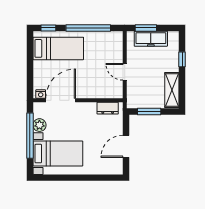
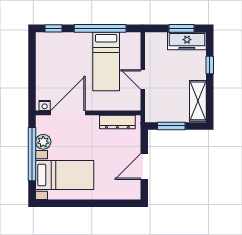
window: (146, 28) -> (182, 28), moved
freezer: (151, 39) -> (187, 41), moved
bed: (58, 48) -> (106, 61), moved, turned 90
dresser: (108, 108) -> (117, 122), width x1.44

